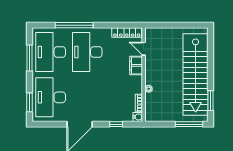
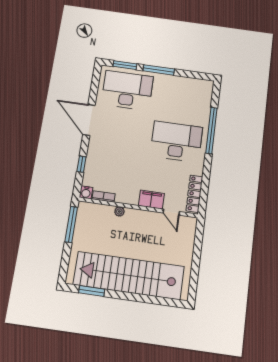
door: (144, 49) -> (171, 212), swing flipped
desk: (51, 52) -> (182, 98), removed
window: (30, 58) -> (159, 70), moved
window: (189, 124) -> (71, 224), moved

